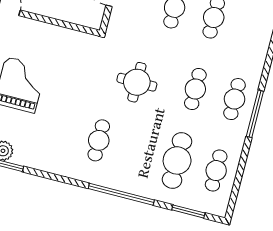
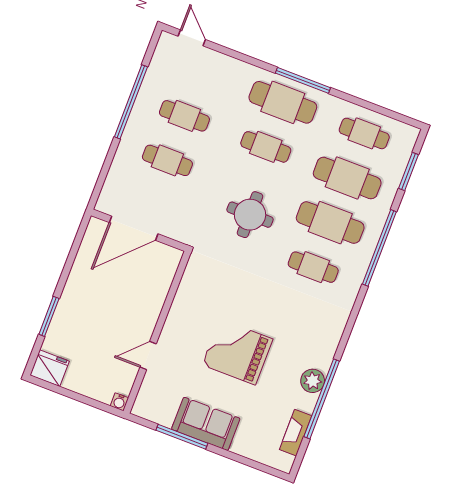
cafe table: (234, 99) -> (283, 102), width x1.37, depth x1.35
cafe table: (138, 150) -> (330, 223), added

